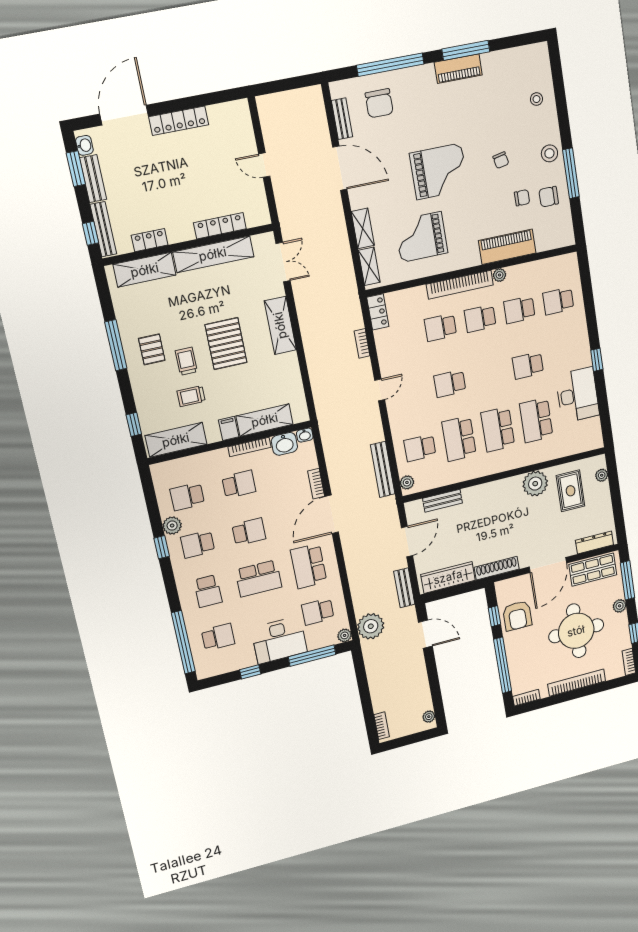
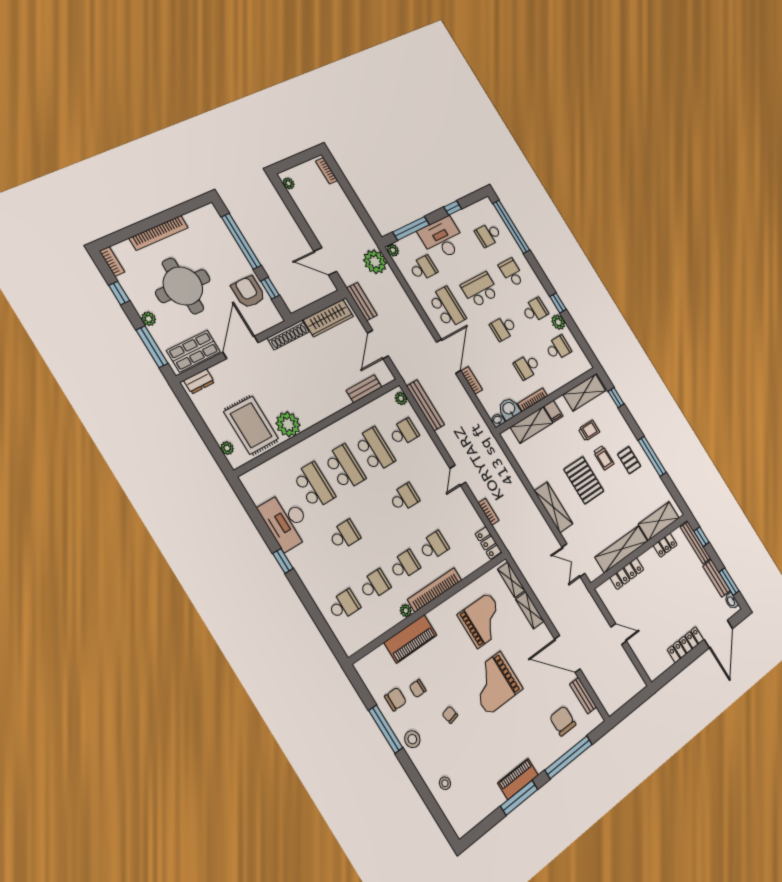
rug: (571, 491) -> (251, 425), width x1.36, depth x1.43
dresser: (595, 543) -> (199, 381), width x0.70
bookcase: (526, 698) -> (204, 212), removed

